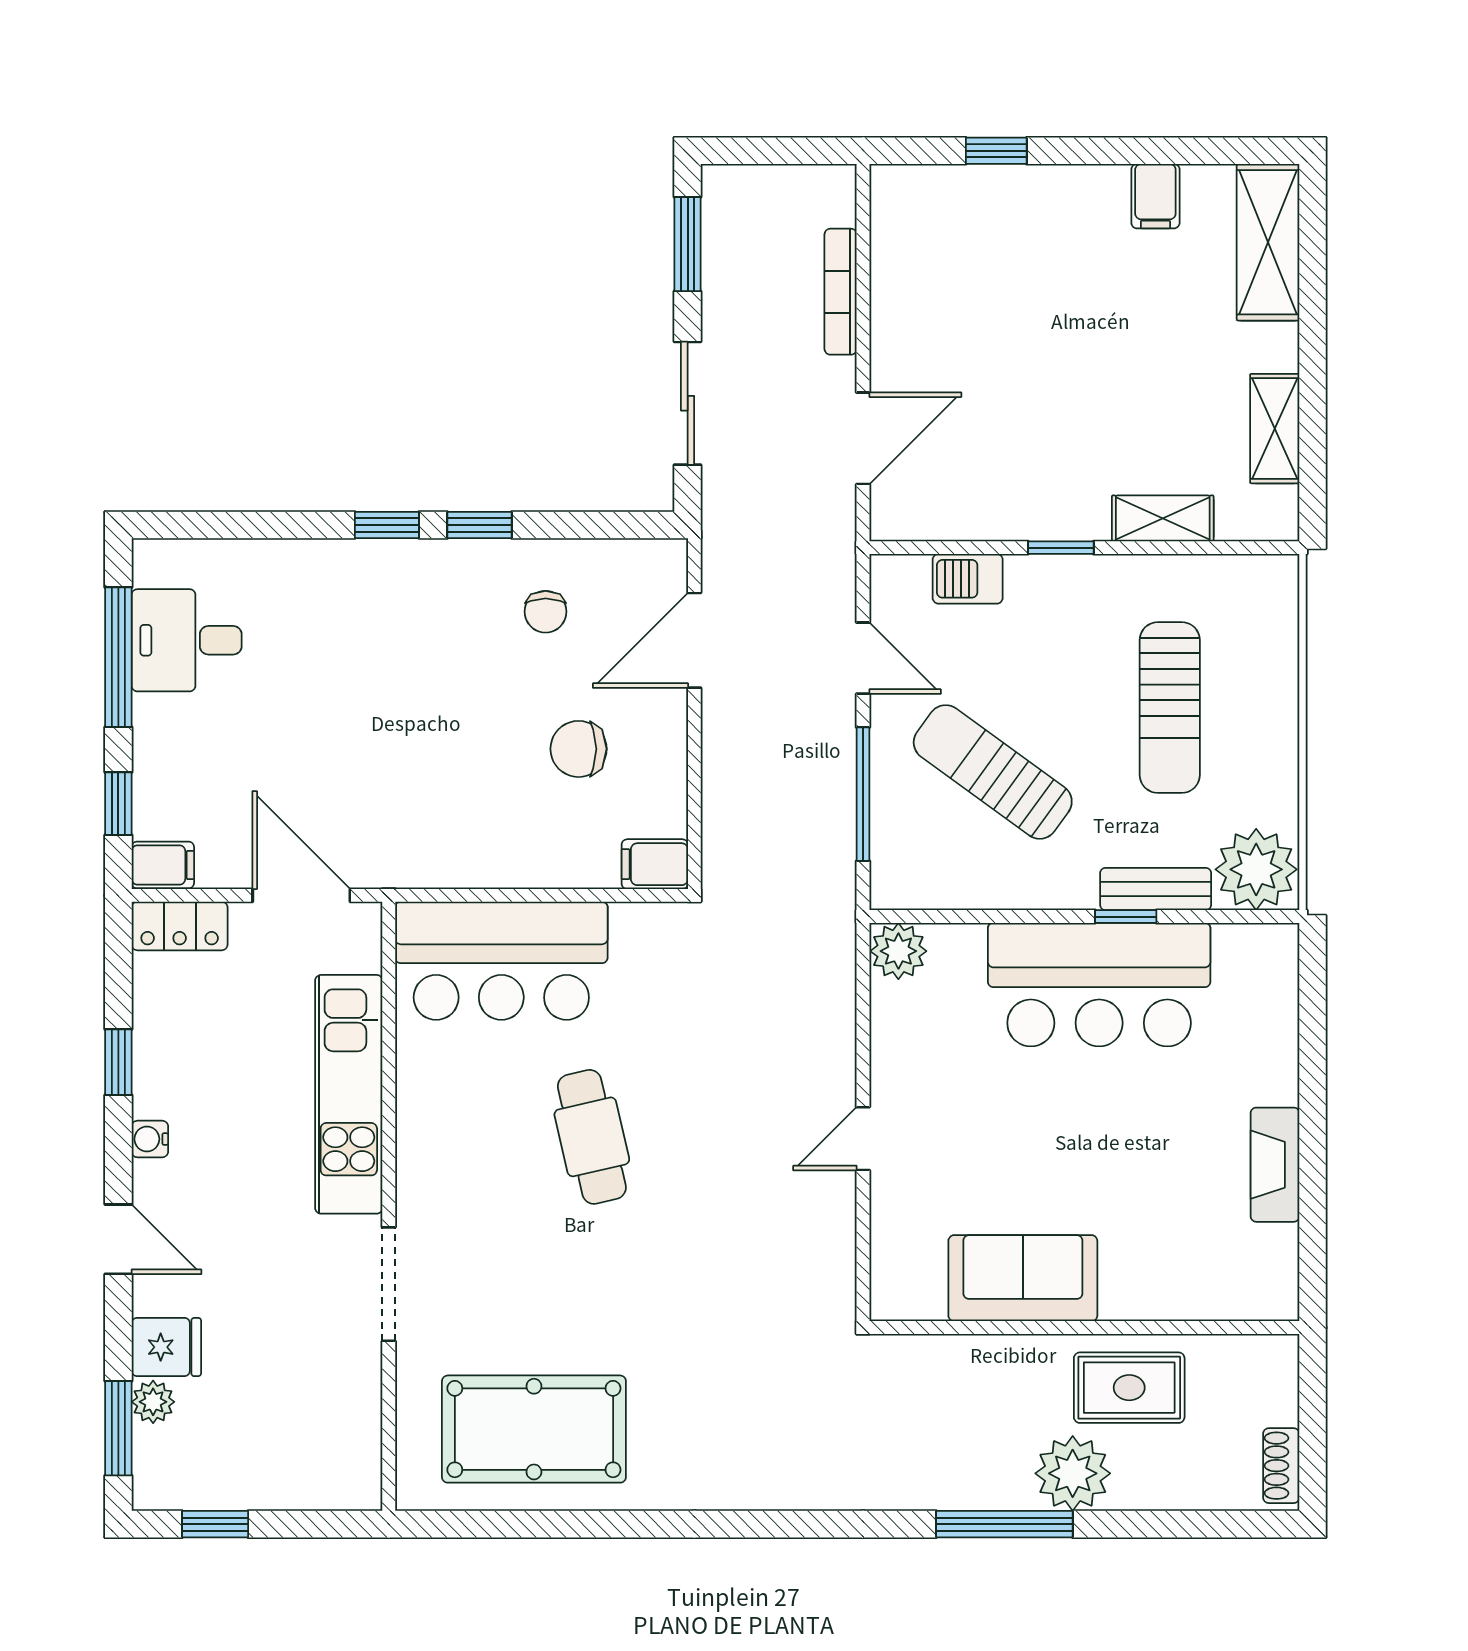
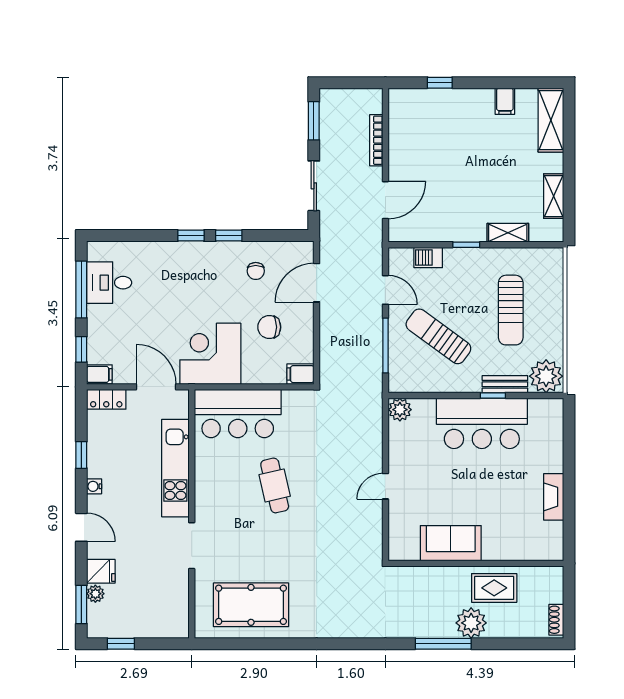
corner desk: (434, 814) -> (210, 354), added

